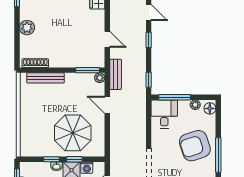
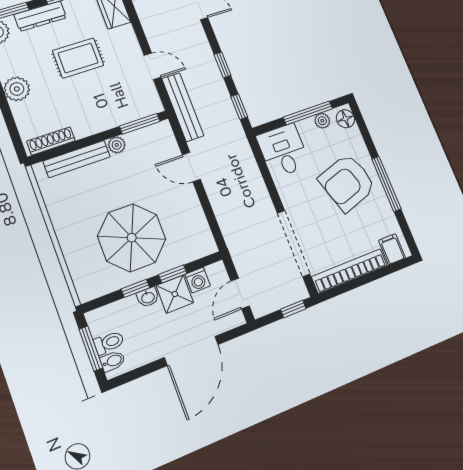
rug: (67, 21) -> (78, 58), added
window: (149, 40) -> (222, 65), moved
bench: (116, 74) -> (183, 107), width x1.36
plant: (100, 78) -> (117, 145), moved
window: (175, 97) -> (308, 113), moved
parasol: (73, 133) -> (132, 238), moved

